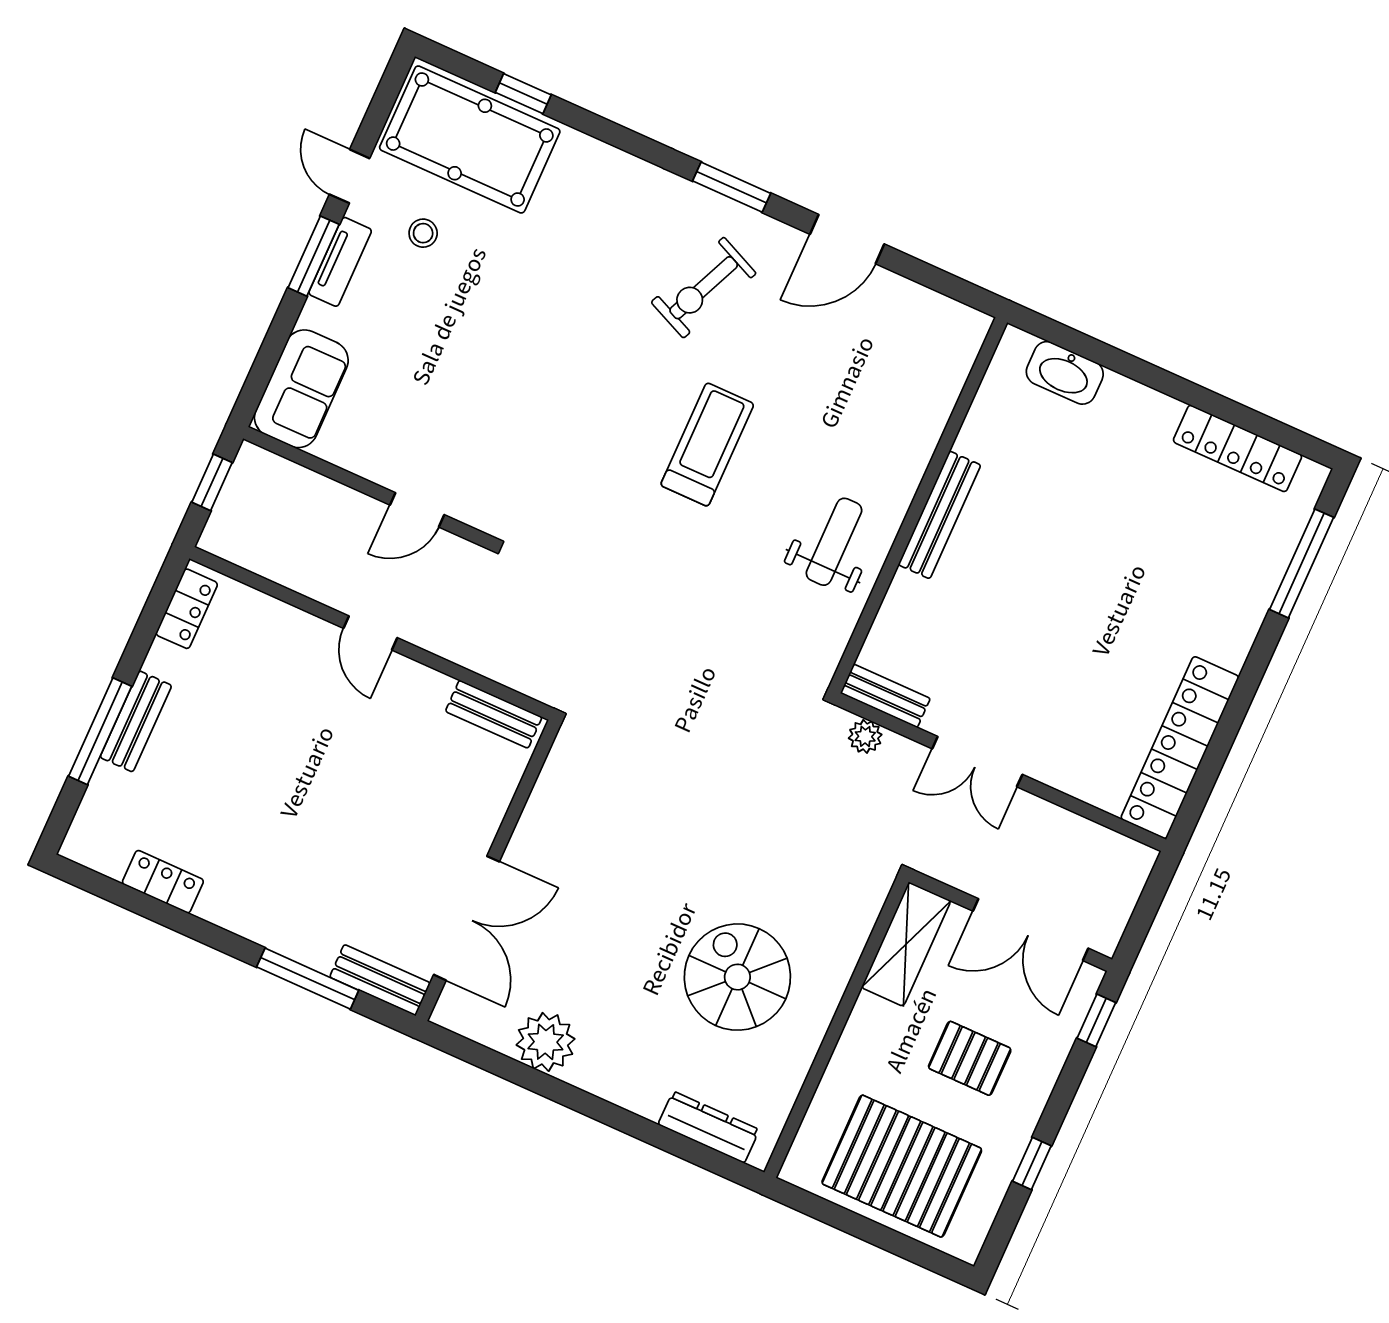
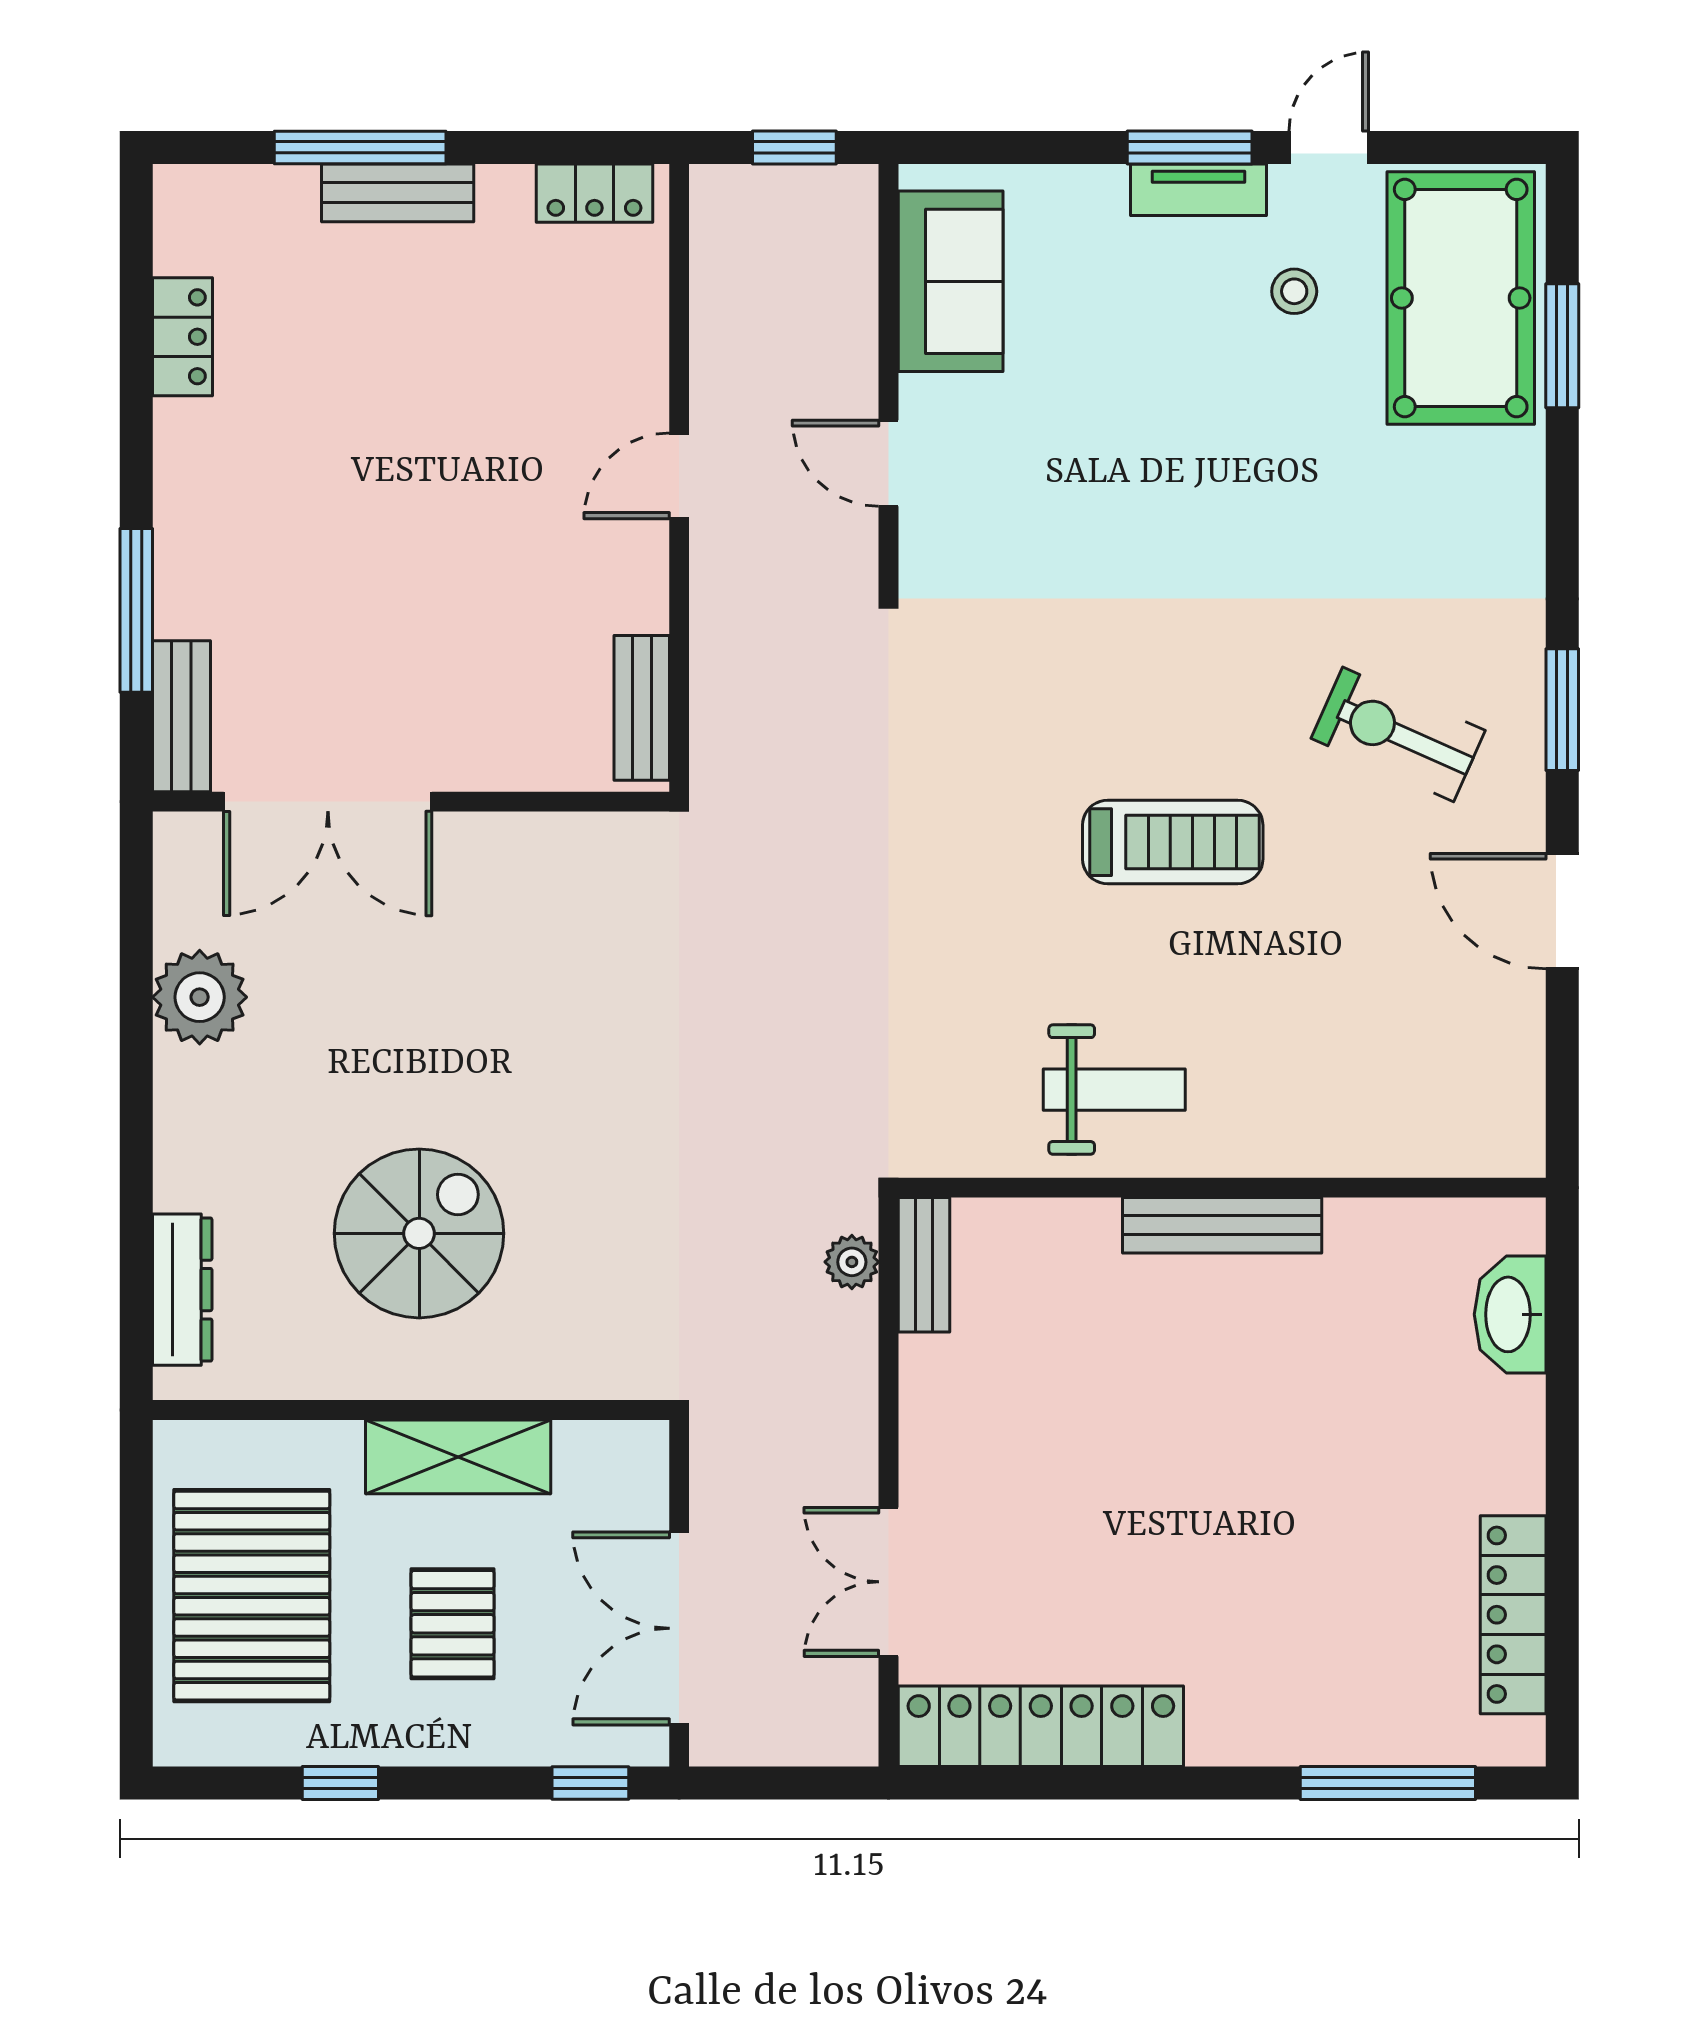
window: (523, 94) -> (1562, 346), width x1.50
sofa: (301, 389) -> (951, 281), moved, turned -90
double door: (977, 762) -> (889, 1582), moved
shelving: (906, 944) -> (458, 1457), moved

